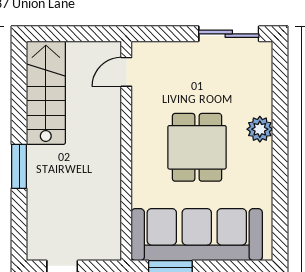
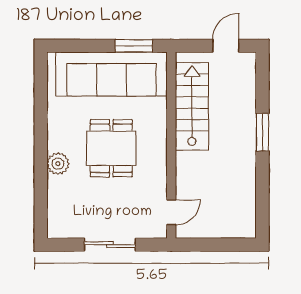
sliding door: (229, 34) -> (110, 245), moved
stairs: (46, 93) -> (192, 106), moved, turned 180

